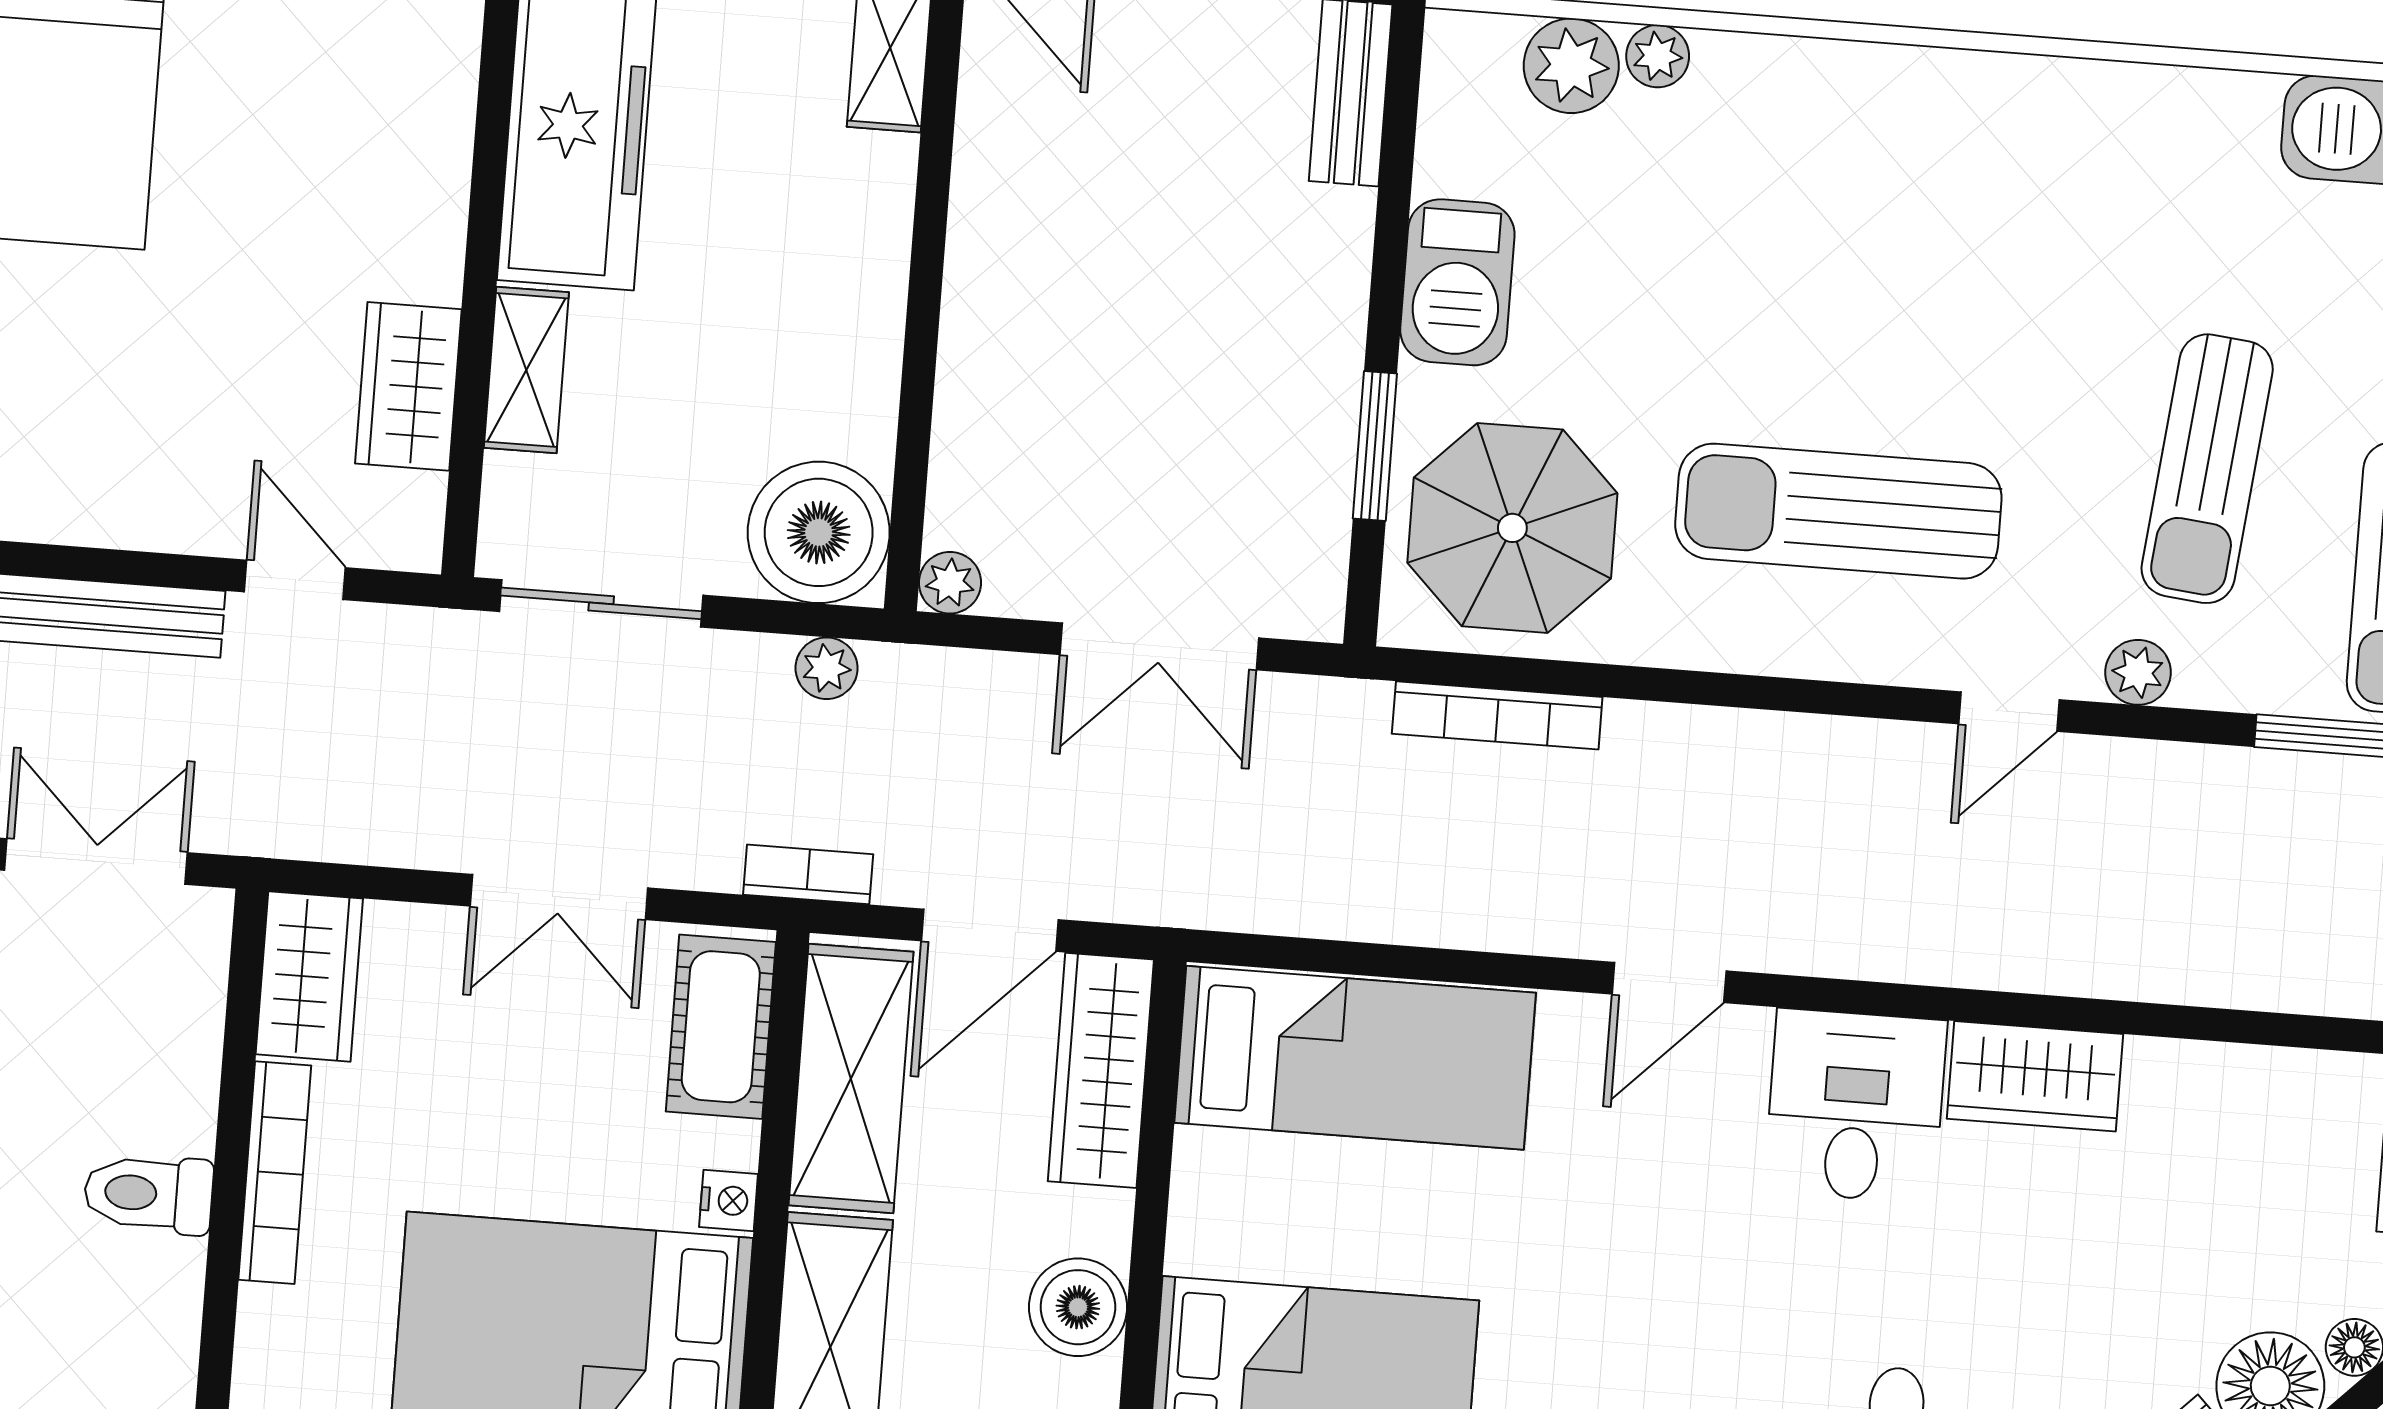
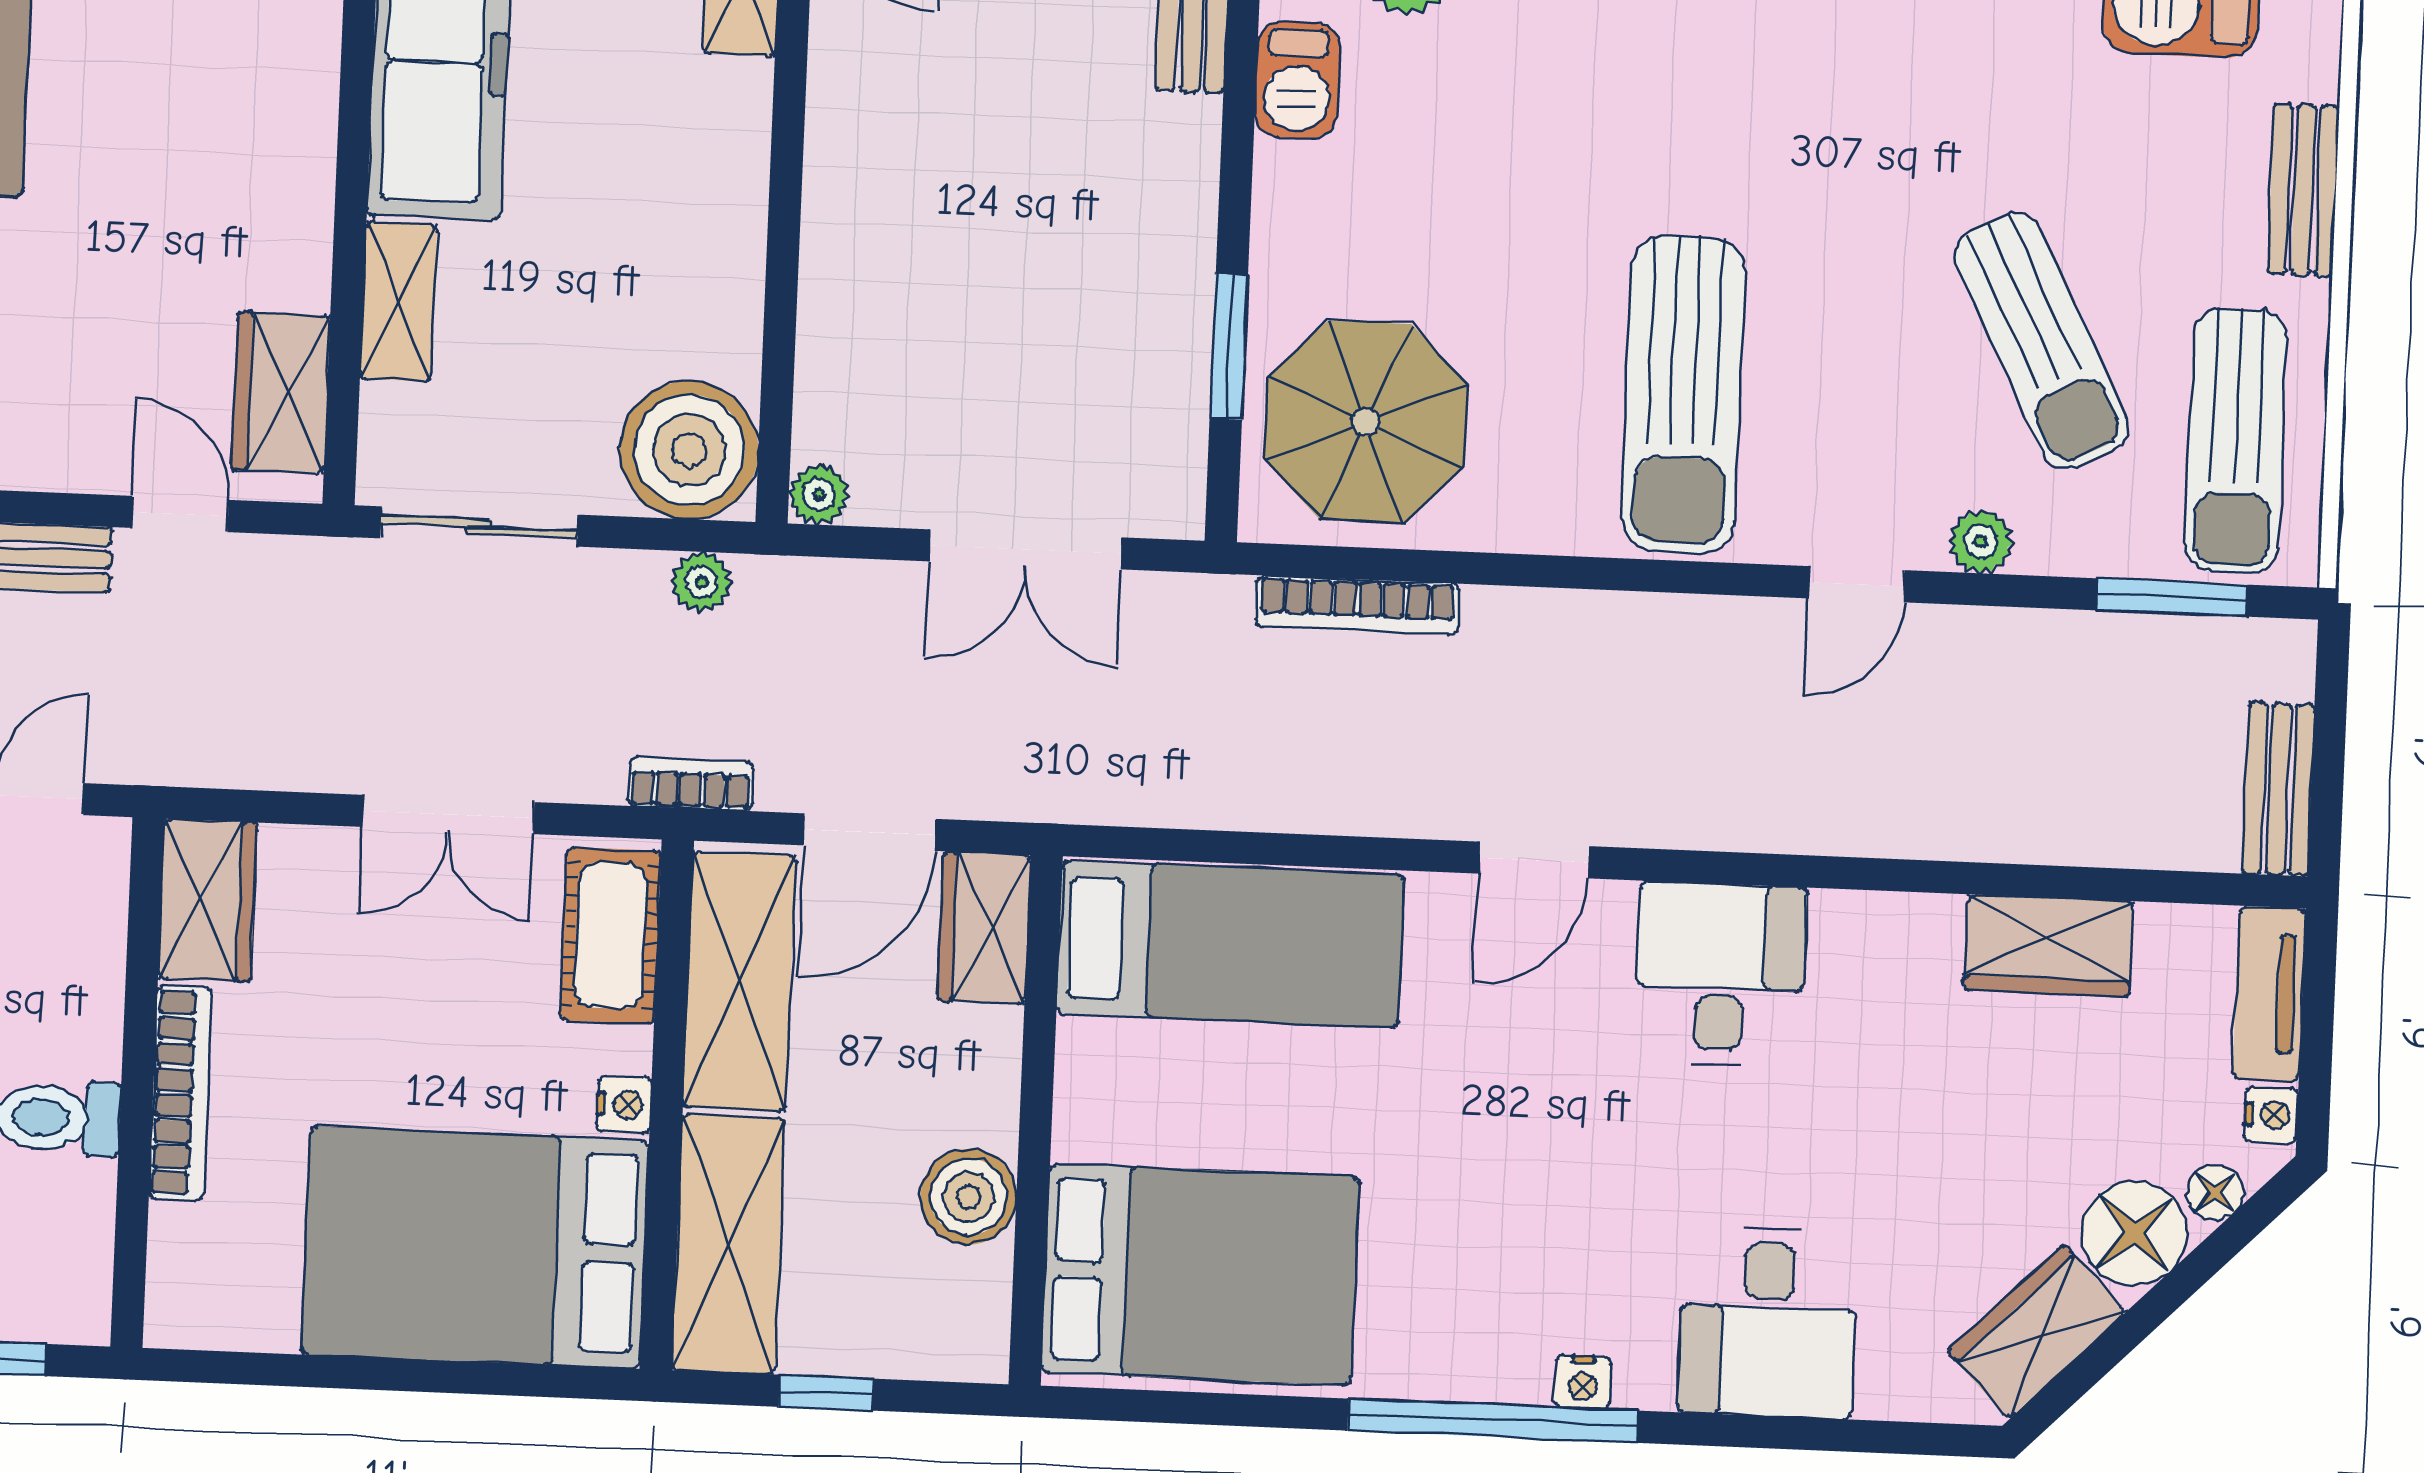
barbecue: (1457, 282) -> (1297, 80), moved, width x0.73, depth x0.79
wardrobe: (408, 386) -> (281, 393), moved
sun lounger: (2207, 469) -> (2041, 341), turned -33
sun lounger: (1838, 511) -> (1683, 394), turned -90
wardrobe: (1101, 1070) -> (984, 928), width x0.67
wardrobe: (2035, 1076) -> (2049, 946), moved

